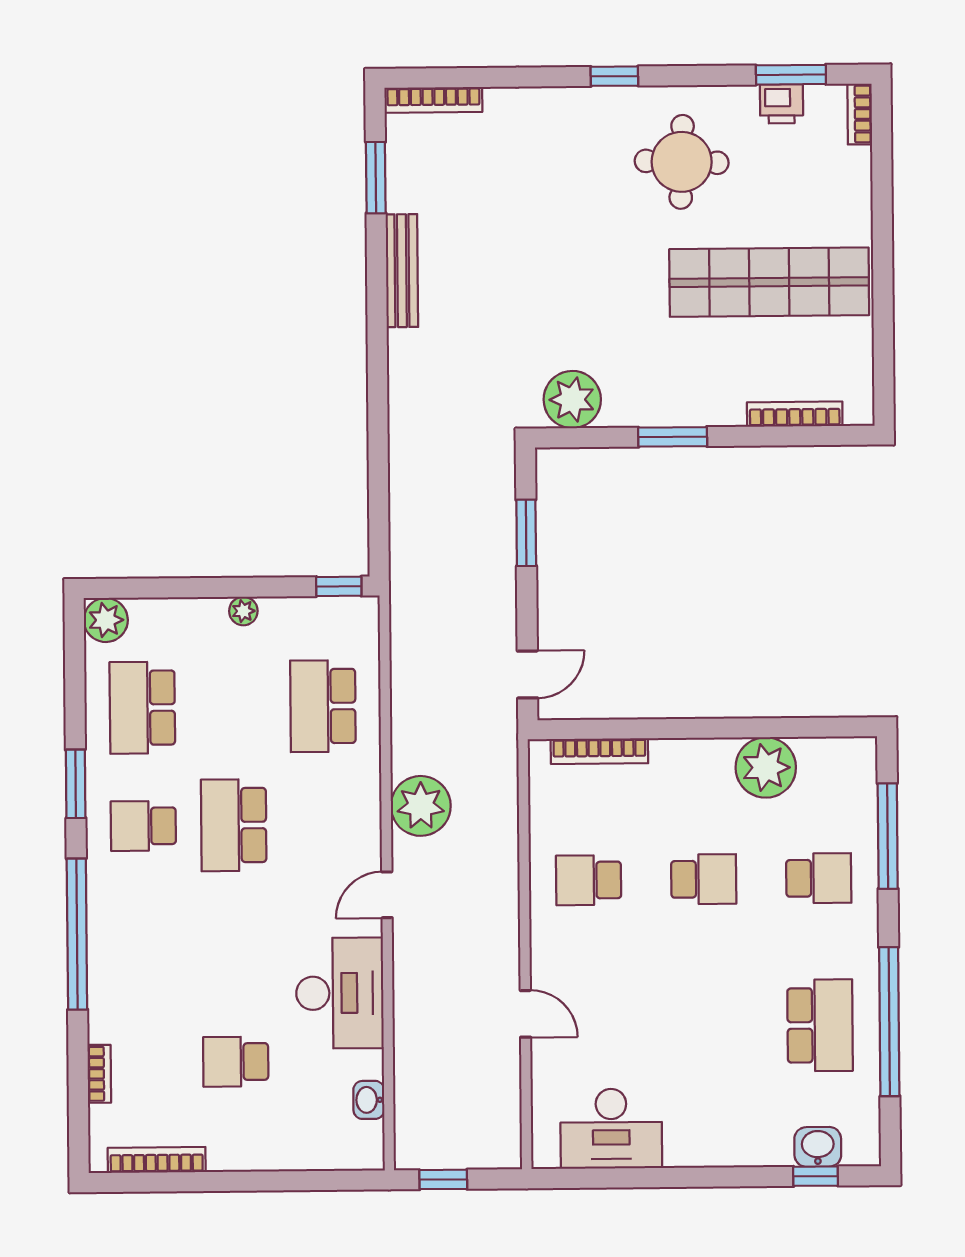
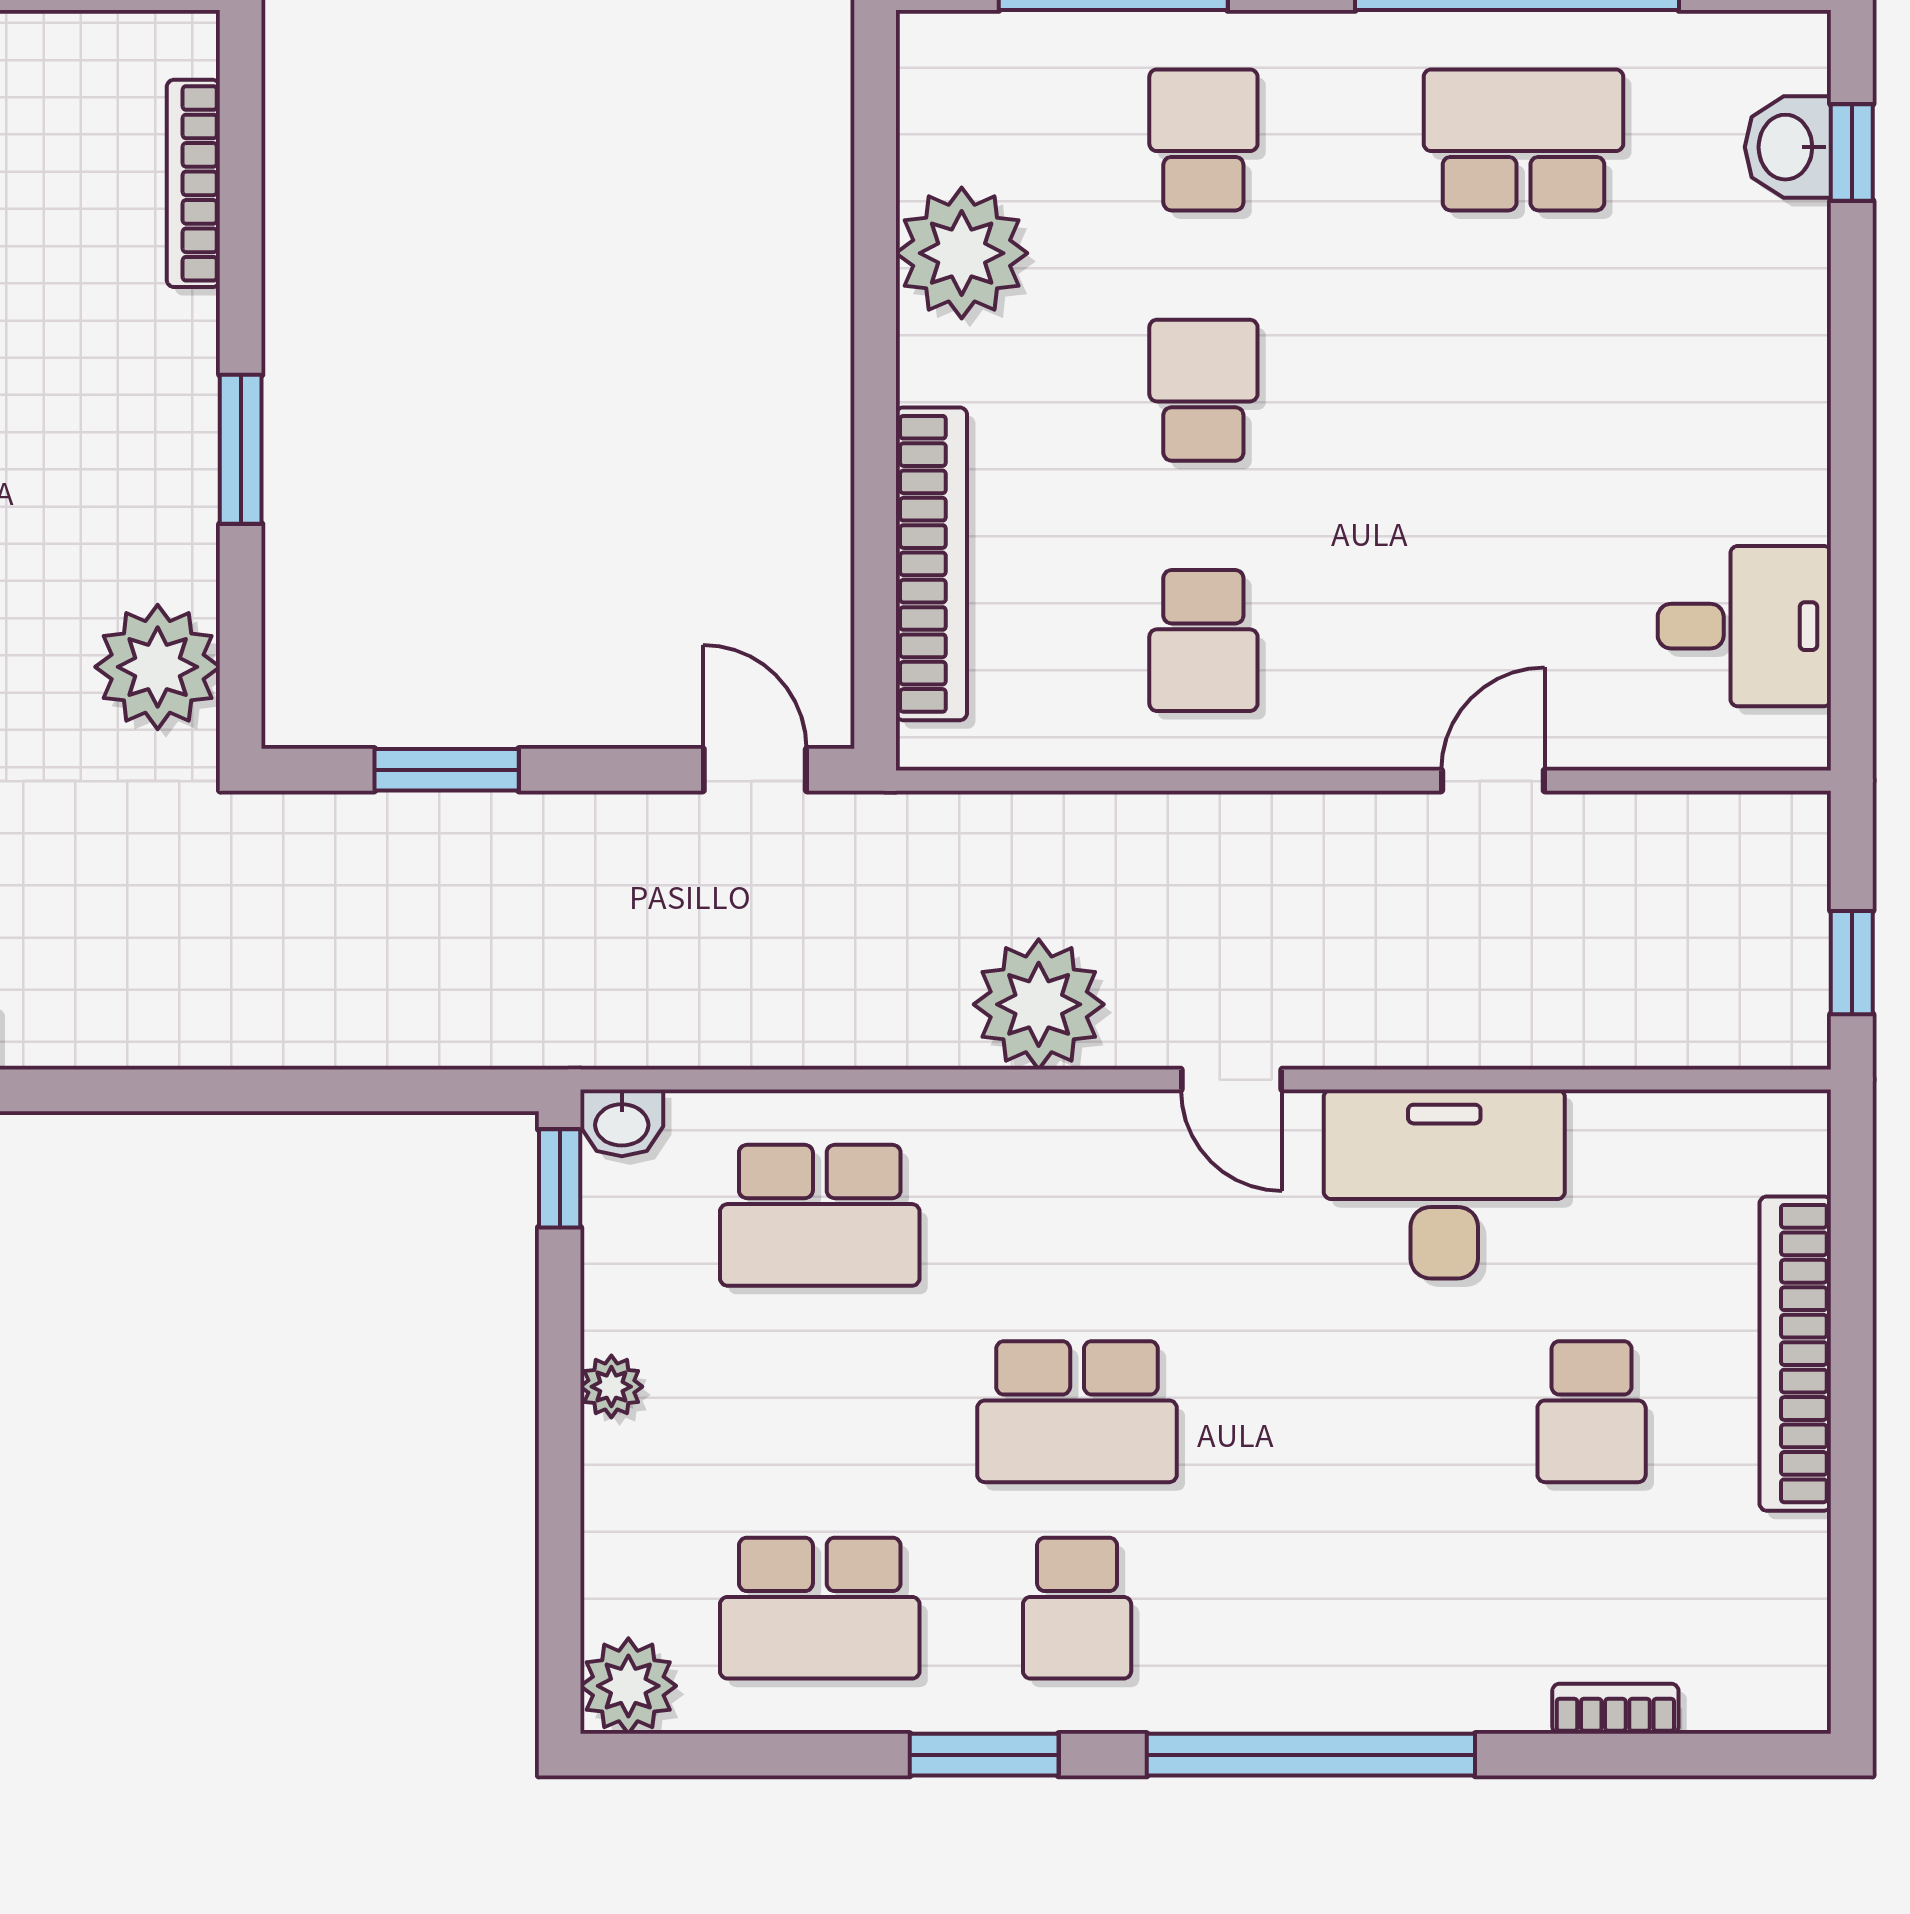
bookcase: (599, 751) -> (931, 564), width x1.48, depth x1.31
washbasin: (369, 1100) -> (622, 1123), moved
desk: (611, 1129) -> (1744, 626), width x0.73
bookcase: (157, 1160) -> (1795, 1354), moved, width x1.48, depth x1.31

